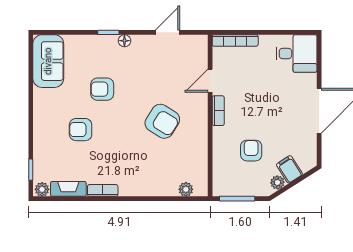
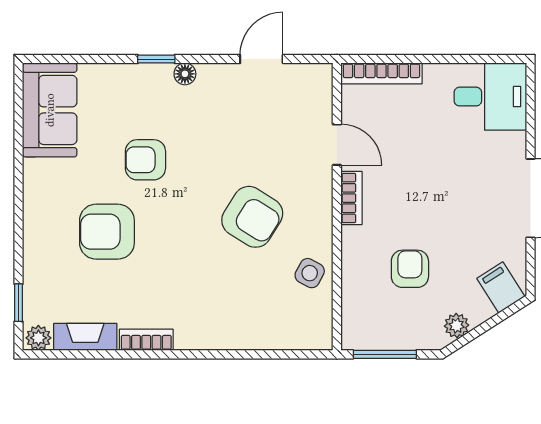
door: (210, 81) -> (337, 145), swing flipped
armchair: (81, 130) -> (107, 232), width x1.38, depth x1.38
side table: (195, 153) -> (310, 273), added
filing cabinet: (289, 169) -> (501, 288), moved
plant: (186, 189) -> (294, 338), removed

